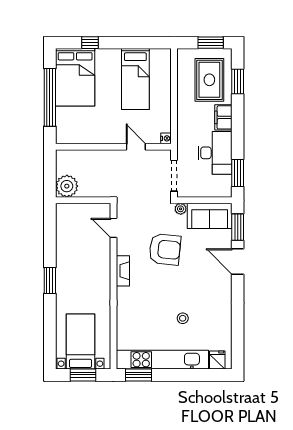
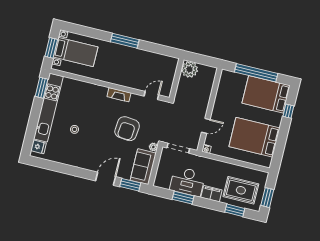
bed: (135, 79) -> (254, 137), width x1.50
window: (238, 173) -> (183, 198), moved
window: (50, 281) -> (125, 41), width x1.44

